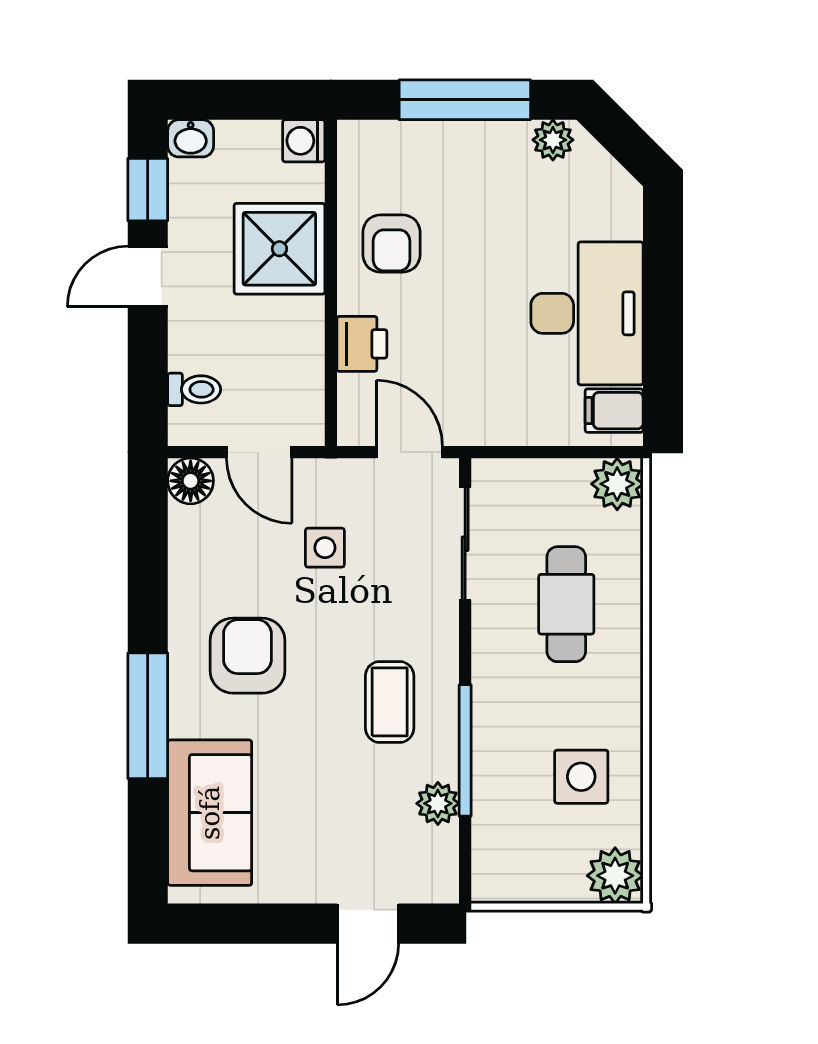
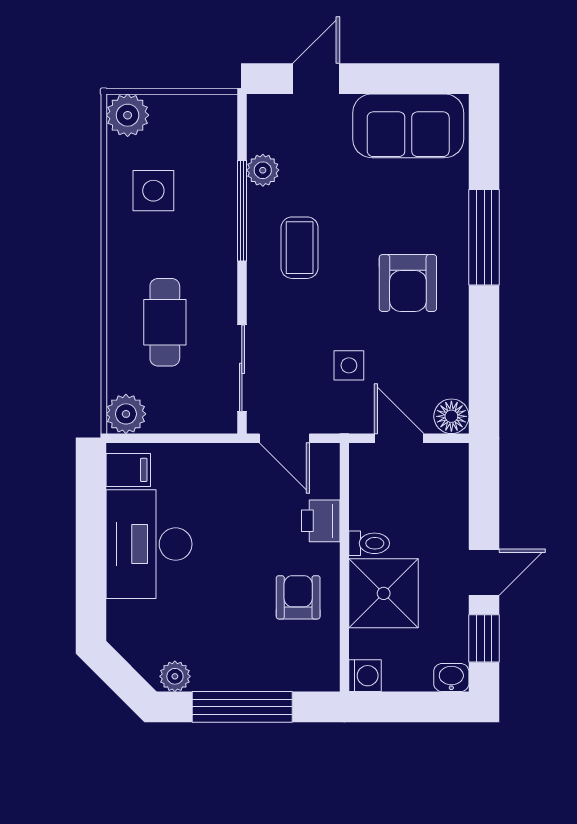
toilet: (194, 389) -> (369, 543), moved, turned 180
sofa: (210, 813) -> (408, 126), moved, turned -90

